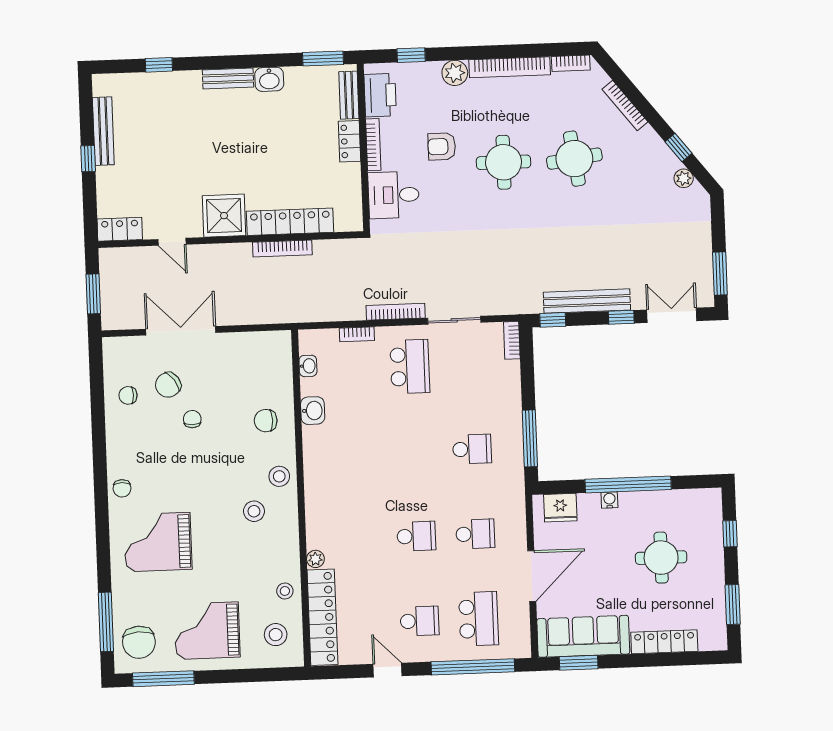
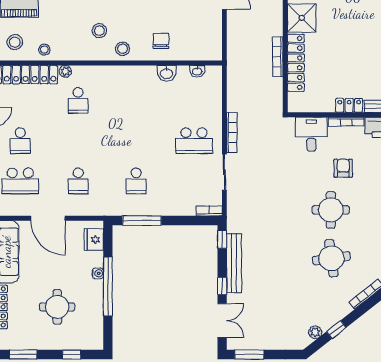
bookcase: (357, 334) -> (217, 105), removed
school desk: (416, 536) -> (78, 100), moved

